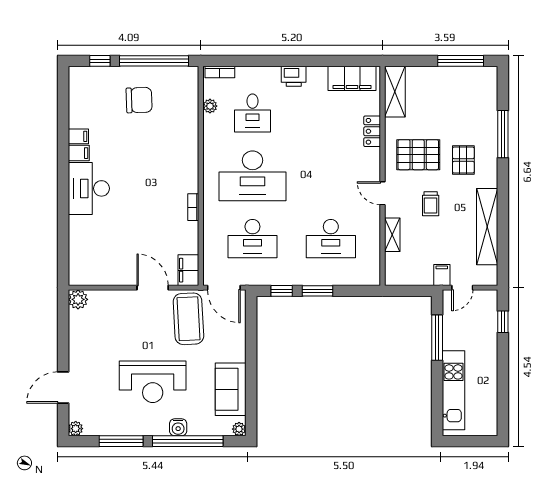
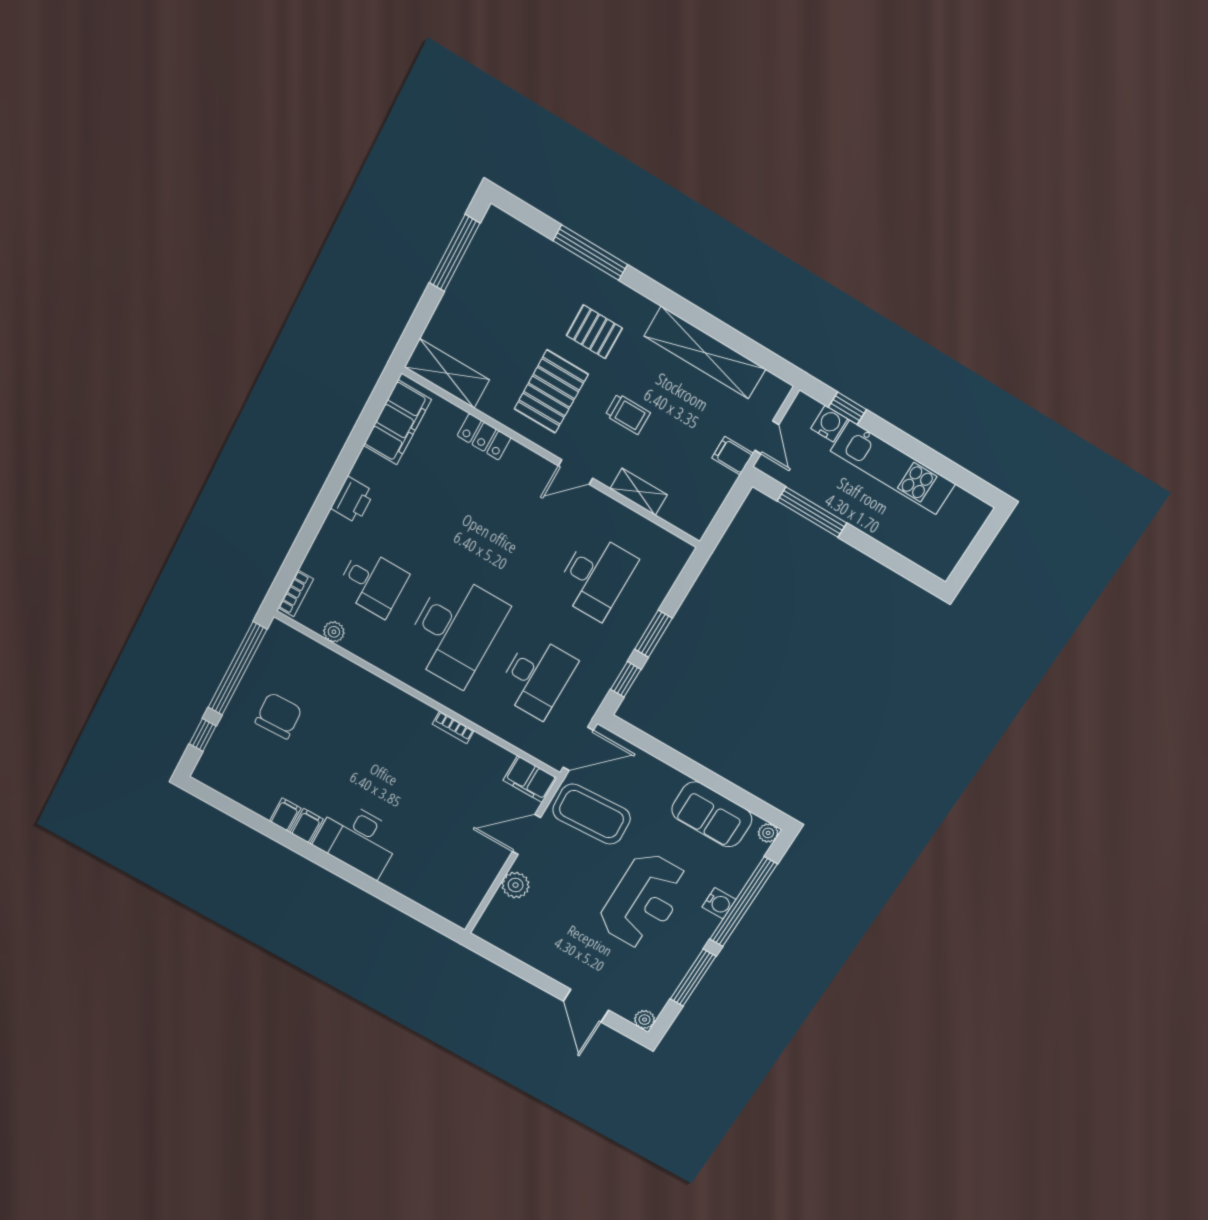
plant: (78, 299) -> (516, 885), moved
water cooler: (489, 317) -> (829, 424), added
kitchen unit: (453, 390) -> (893, 468), moved, turned 180

